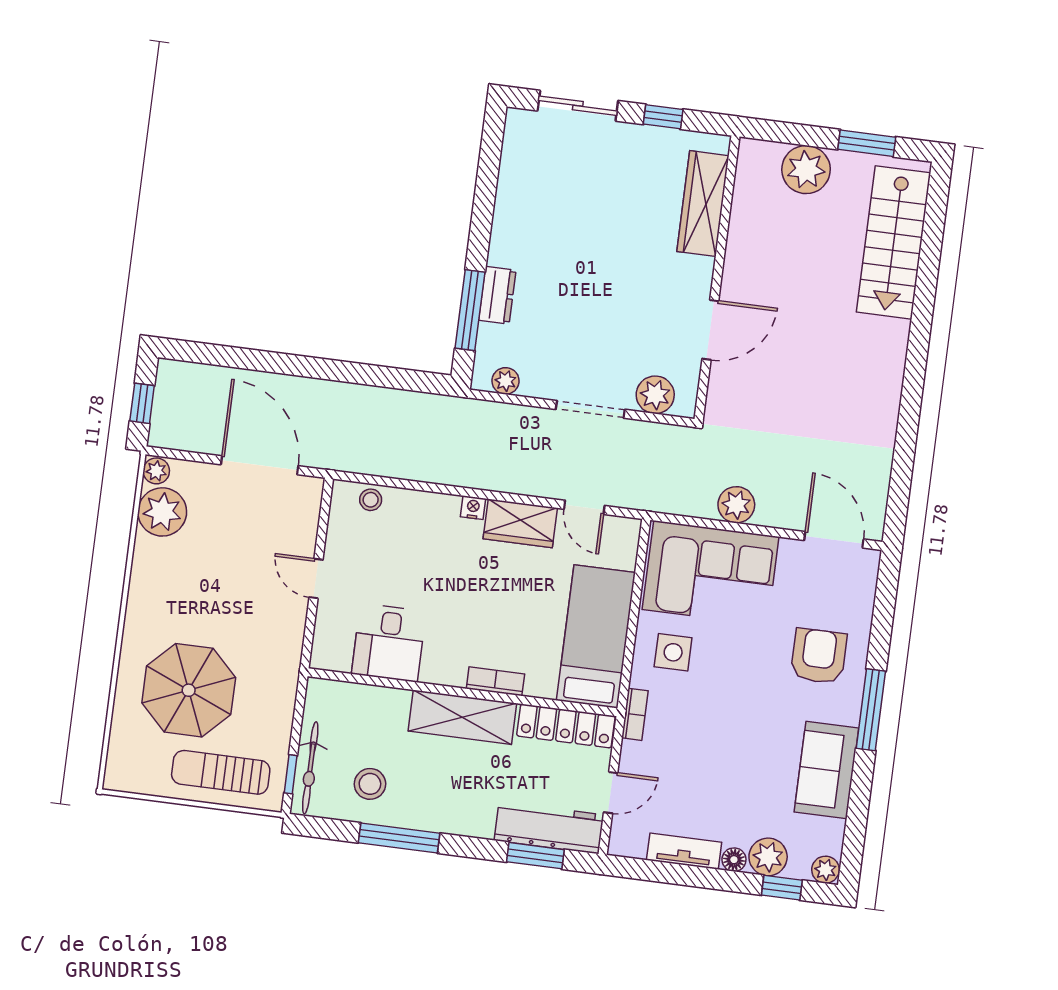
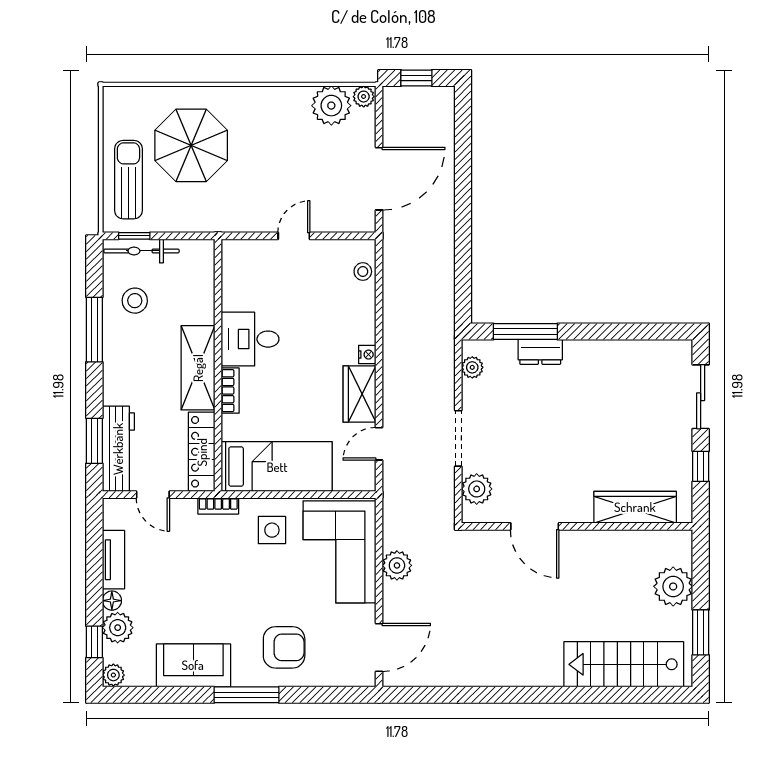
desk: (389, 643) -> (250, 339), moved

